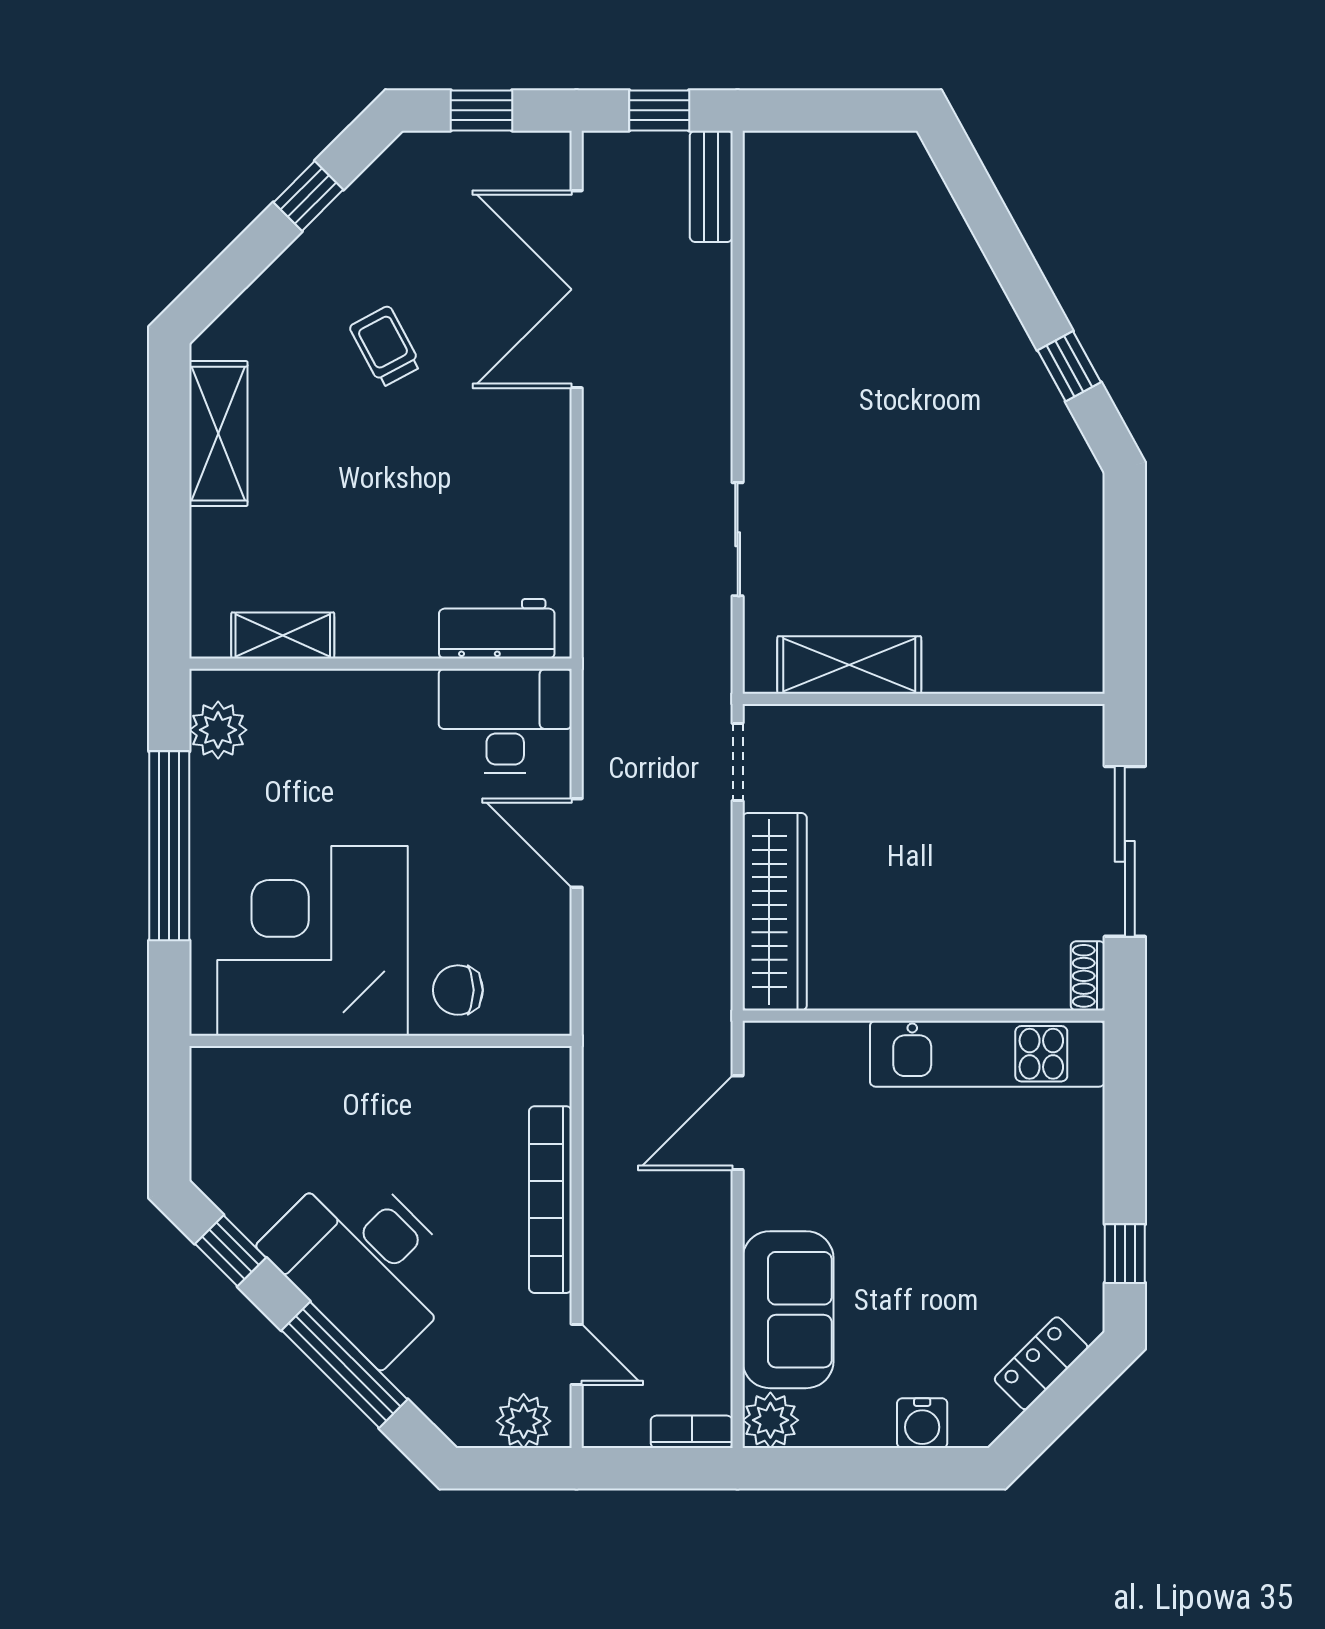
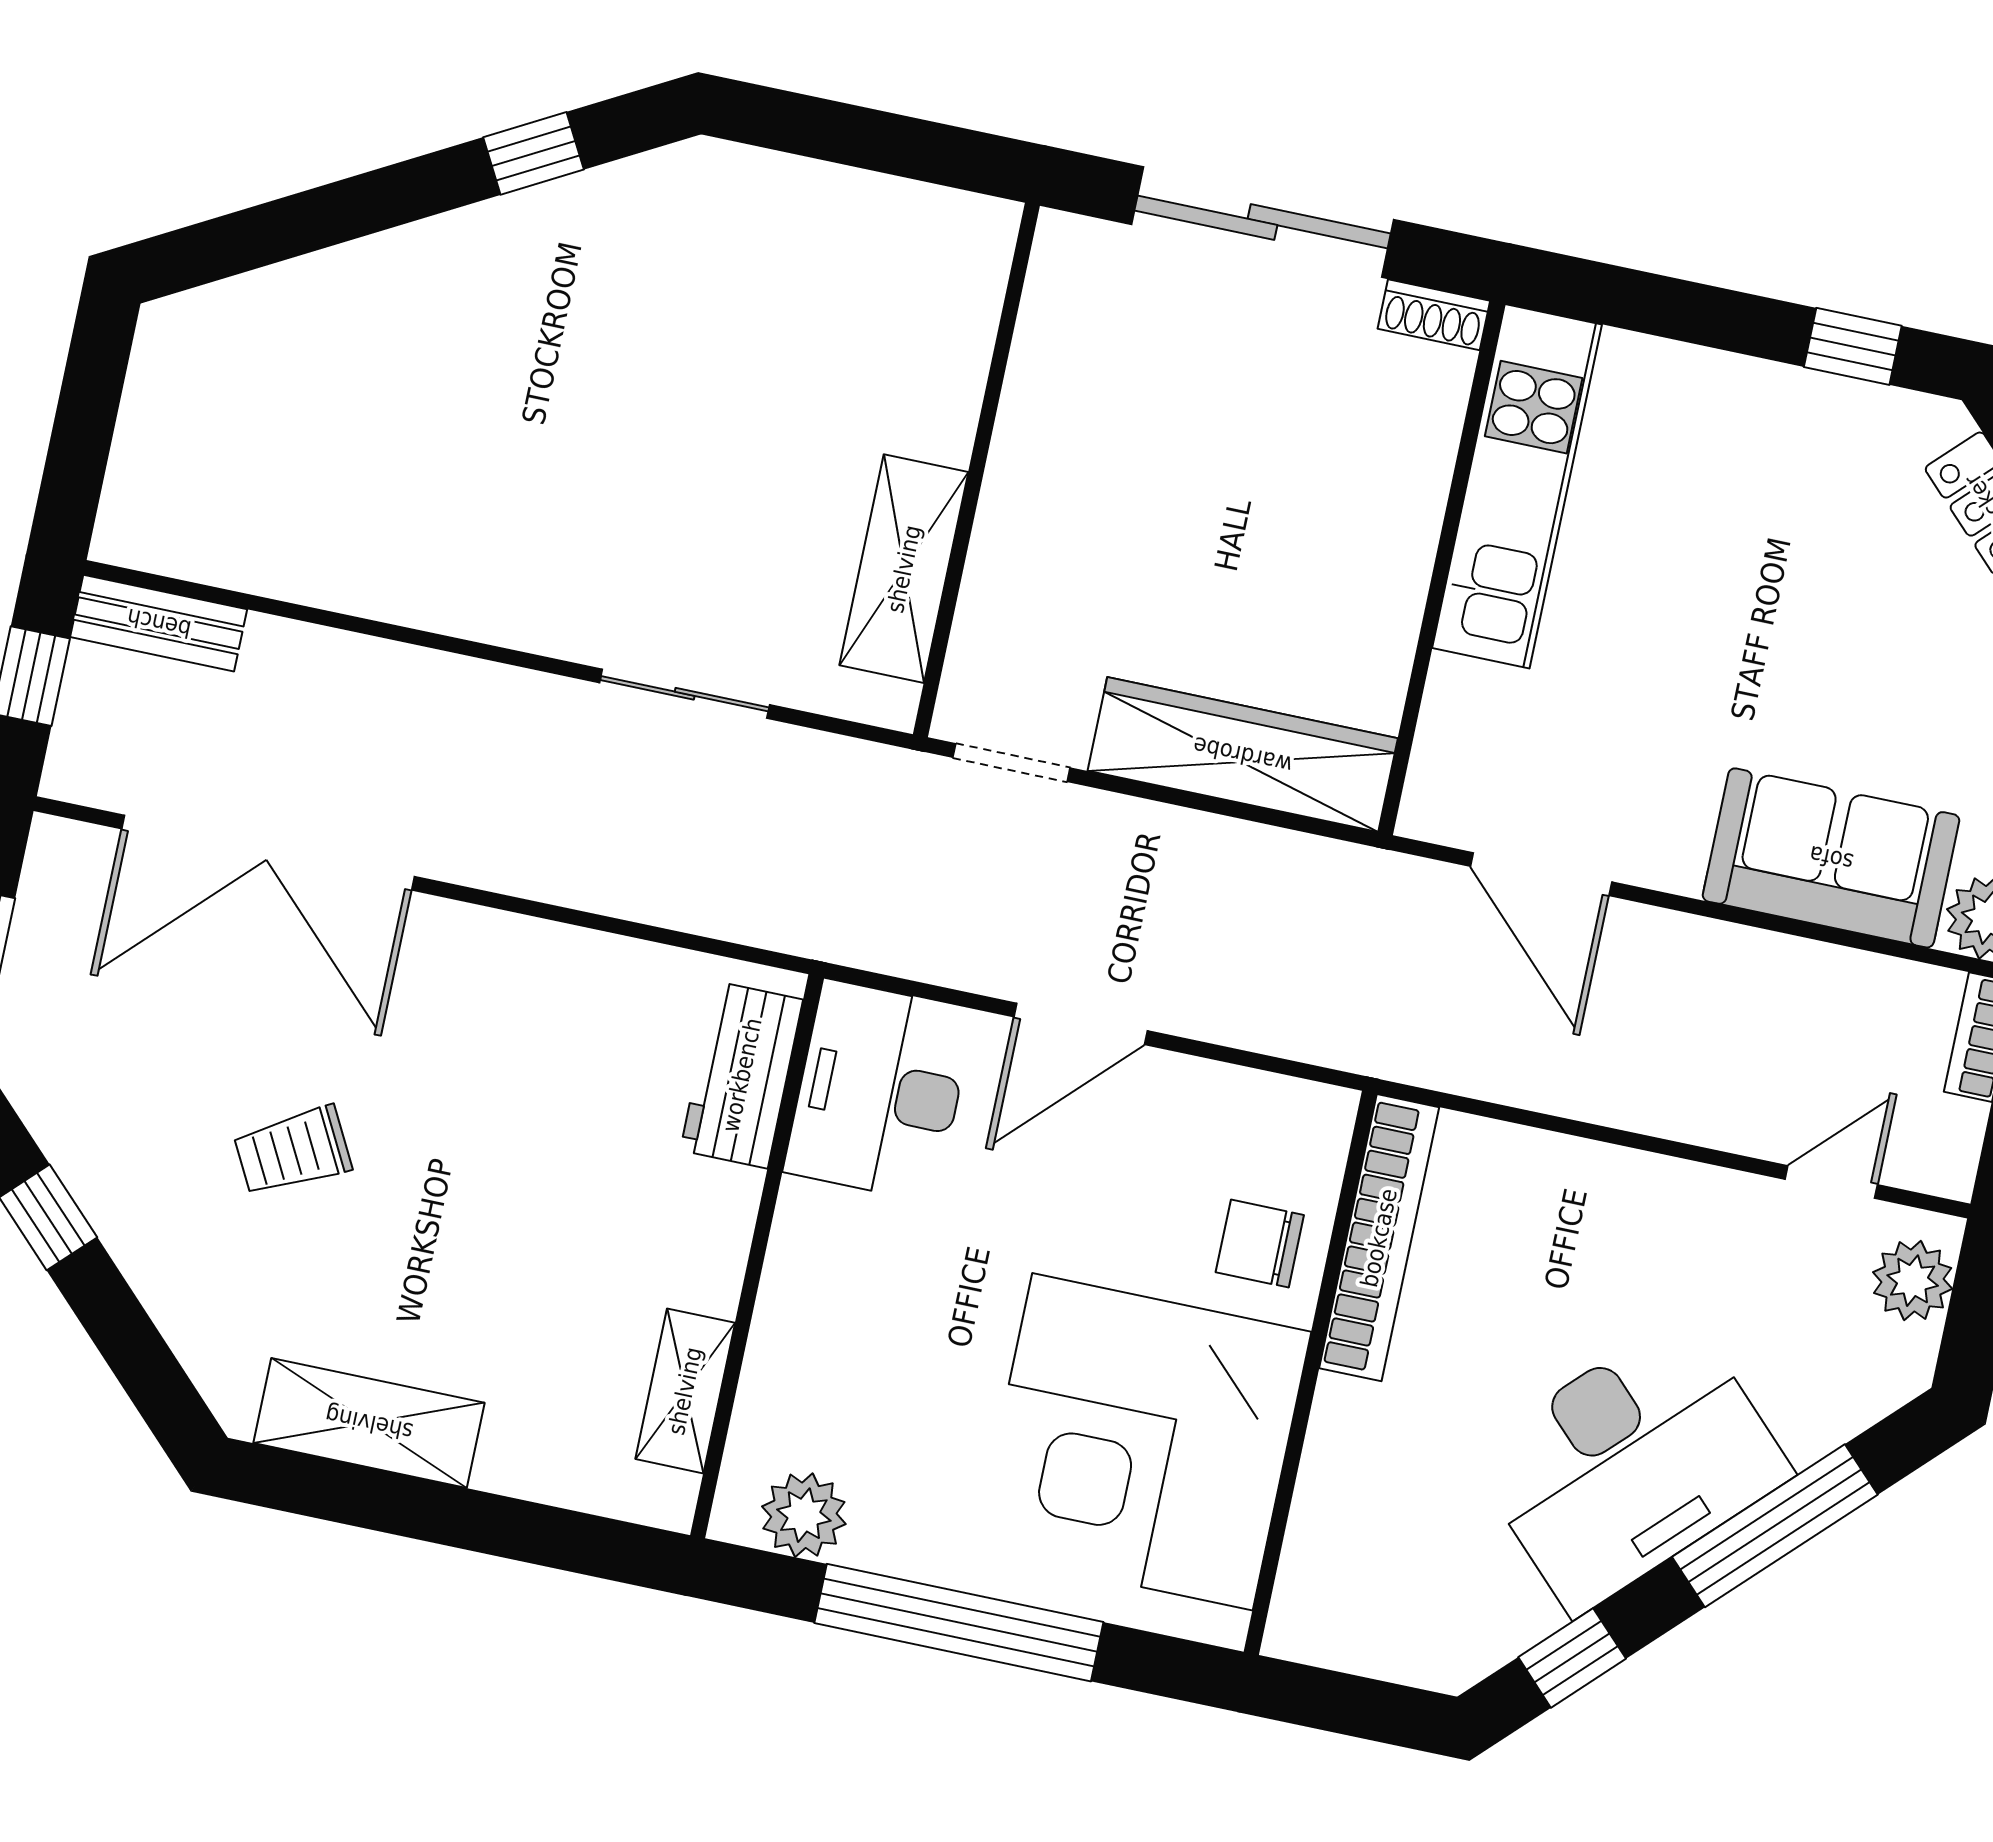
chair: (458, 990) -> (1260, 1244), turned 90
bookcase: (550, 1200) -> (1379, 1238), moved, turned -90

